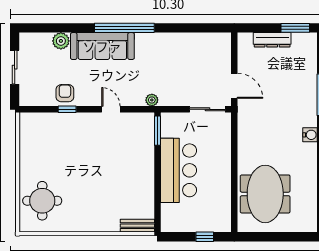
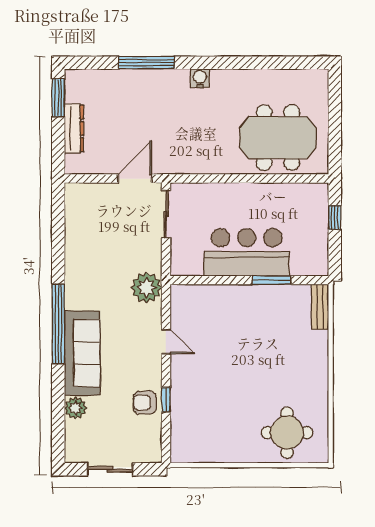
plant: (152, 100) -> (146, 288), width x1.87, depth x1.87
door: (111, 109) -> (166, 342), swing flipped
window: (157, 131) -> (272, 280), moved

